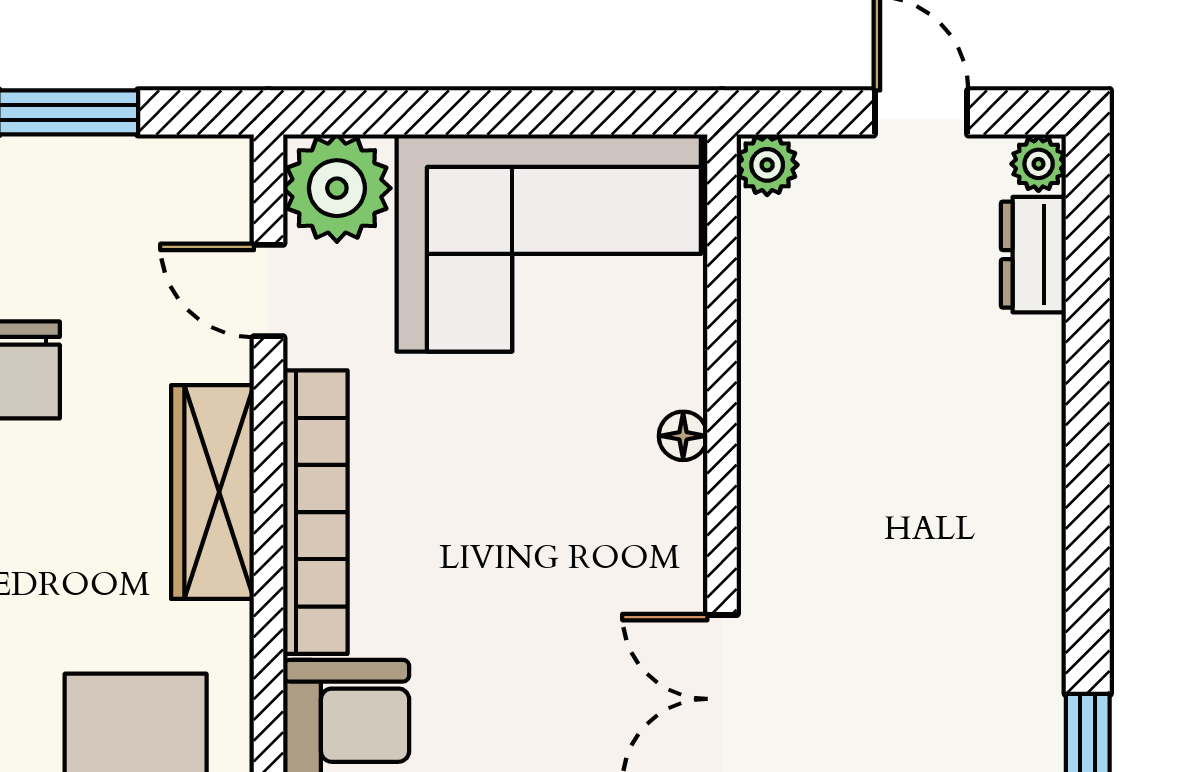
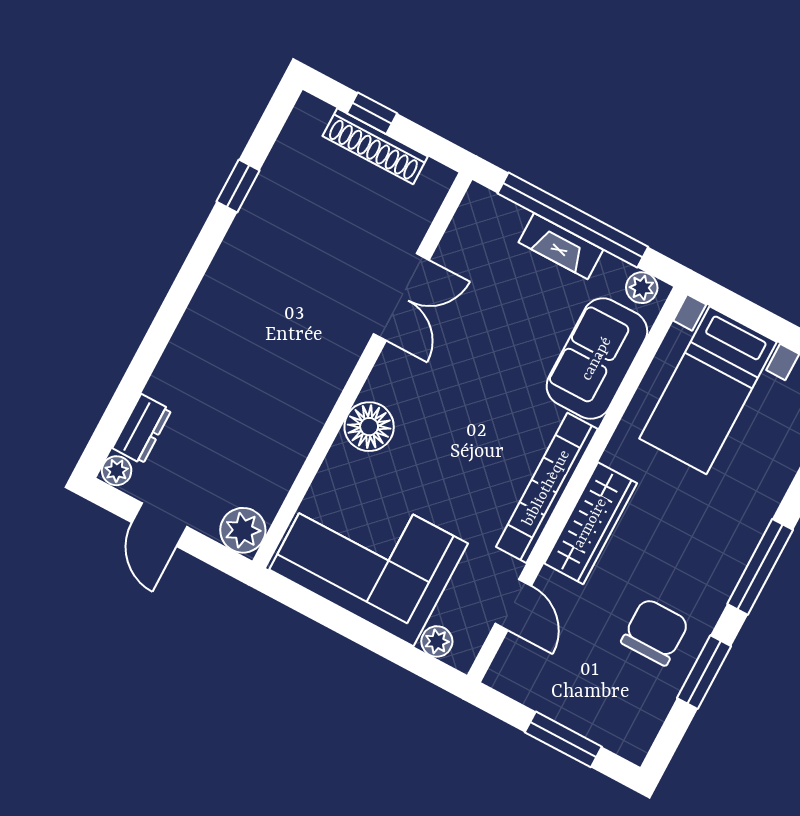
plant: (767, 165) -> (243, 530), width x1.38, depth x1.38
plant: (337, 188) -> (437, 641), width x0.53, depth x0.53
floor lamp: (683, 436) -> (369, 427), width x1.89, depth x1.89

